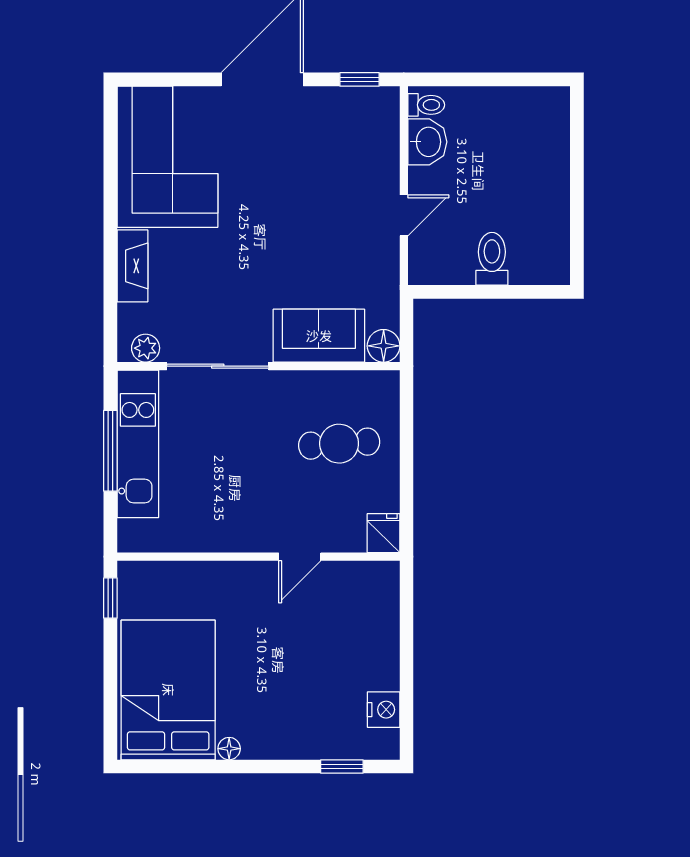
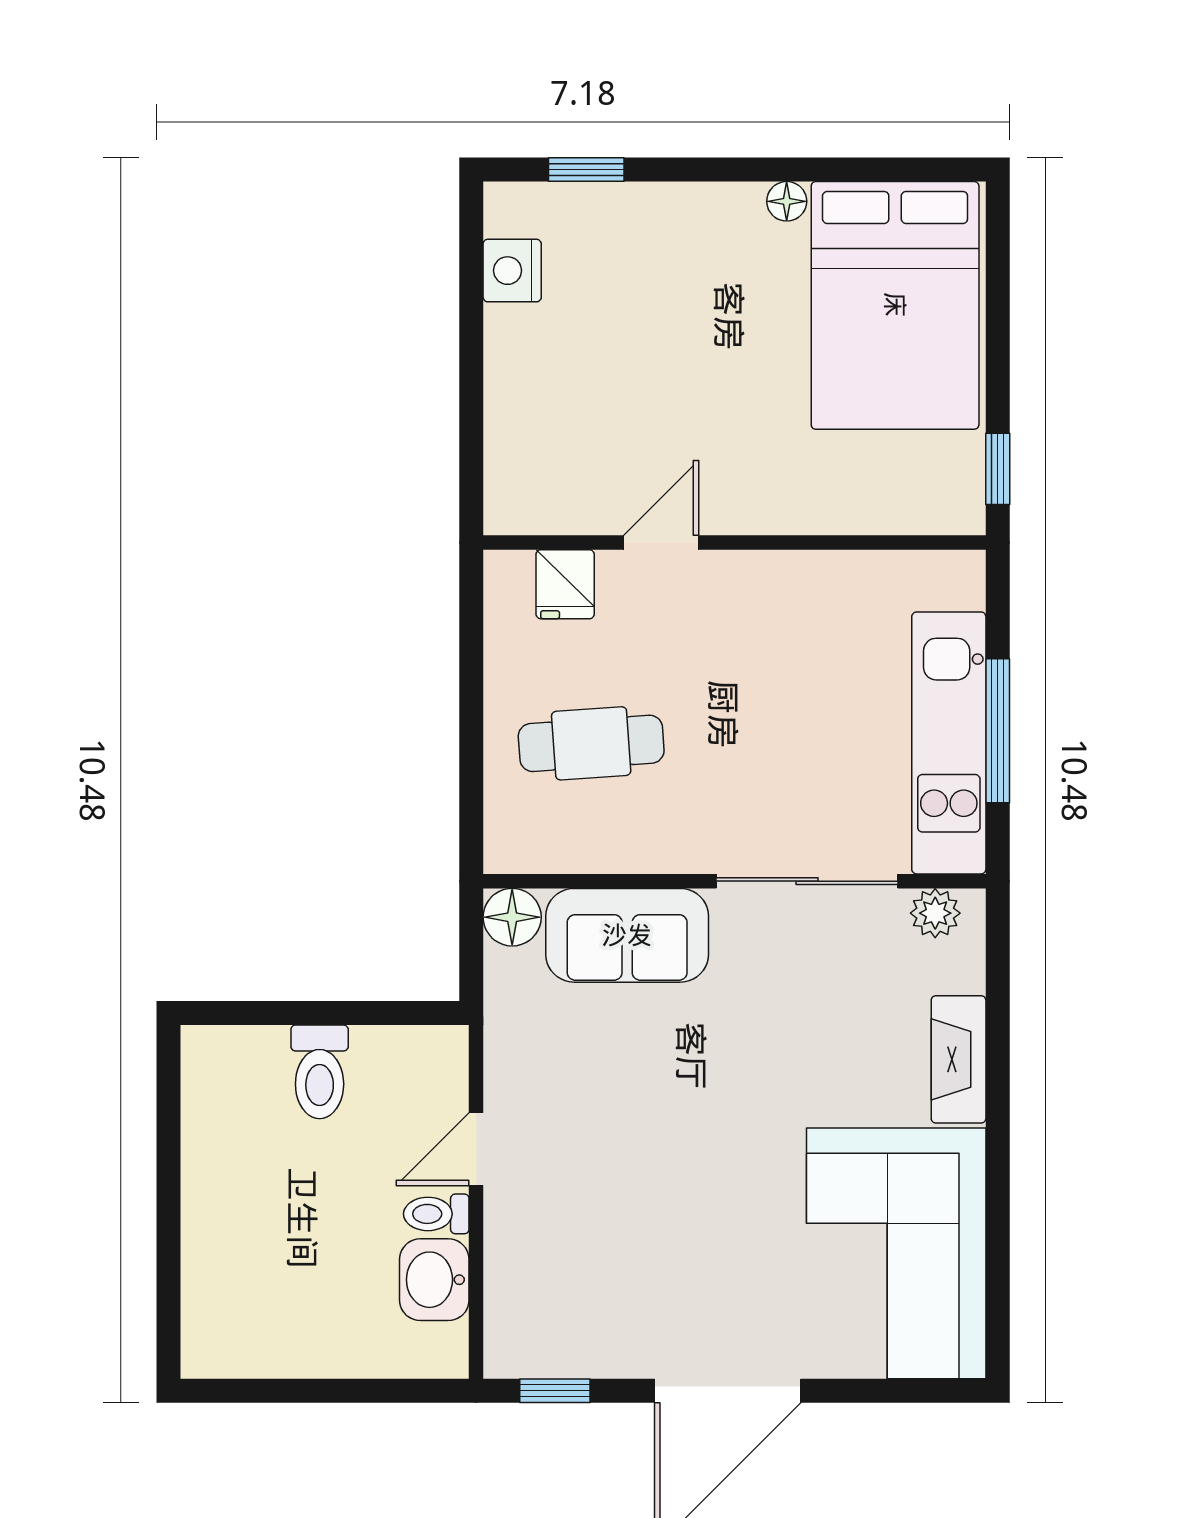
toilet: (426, 105) -> (436, 1214), moved
fridge: (383, 533) -> (565, 584), moved

